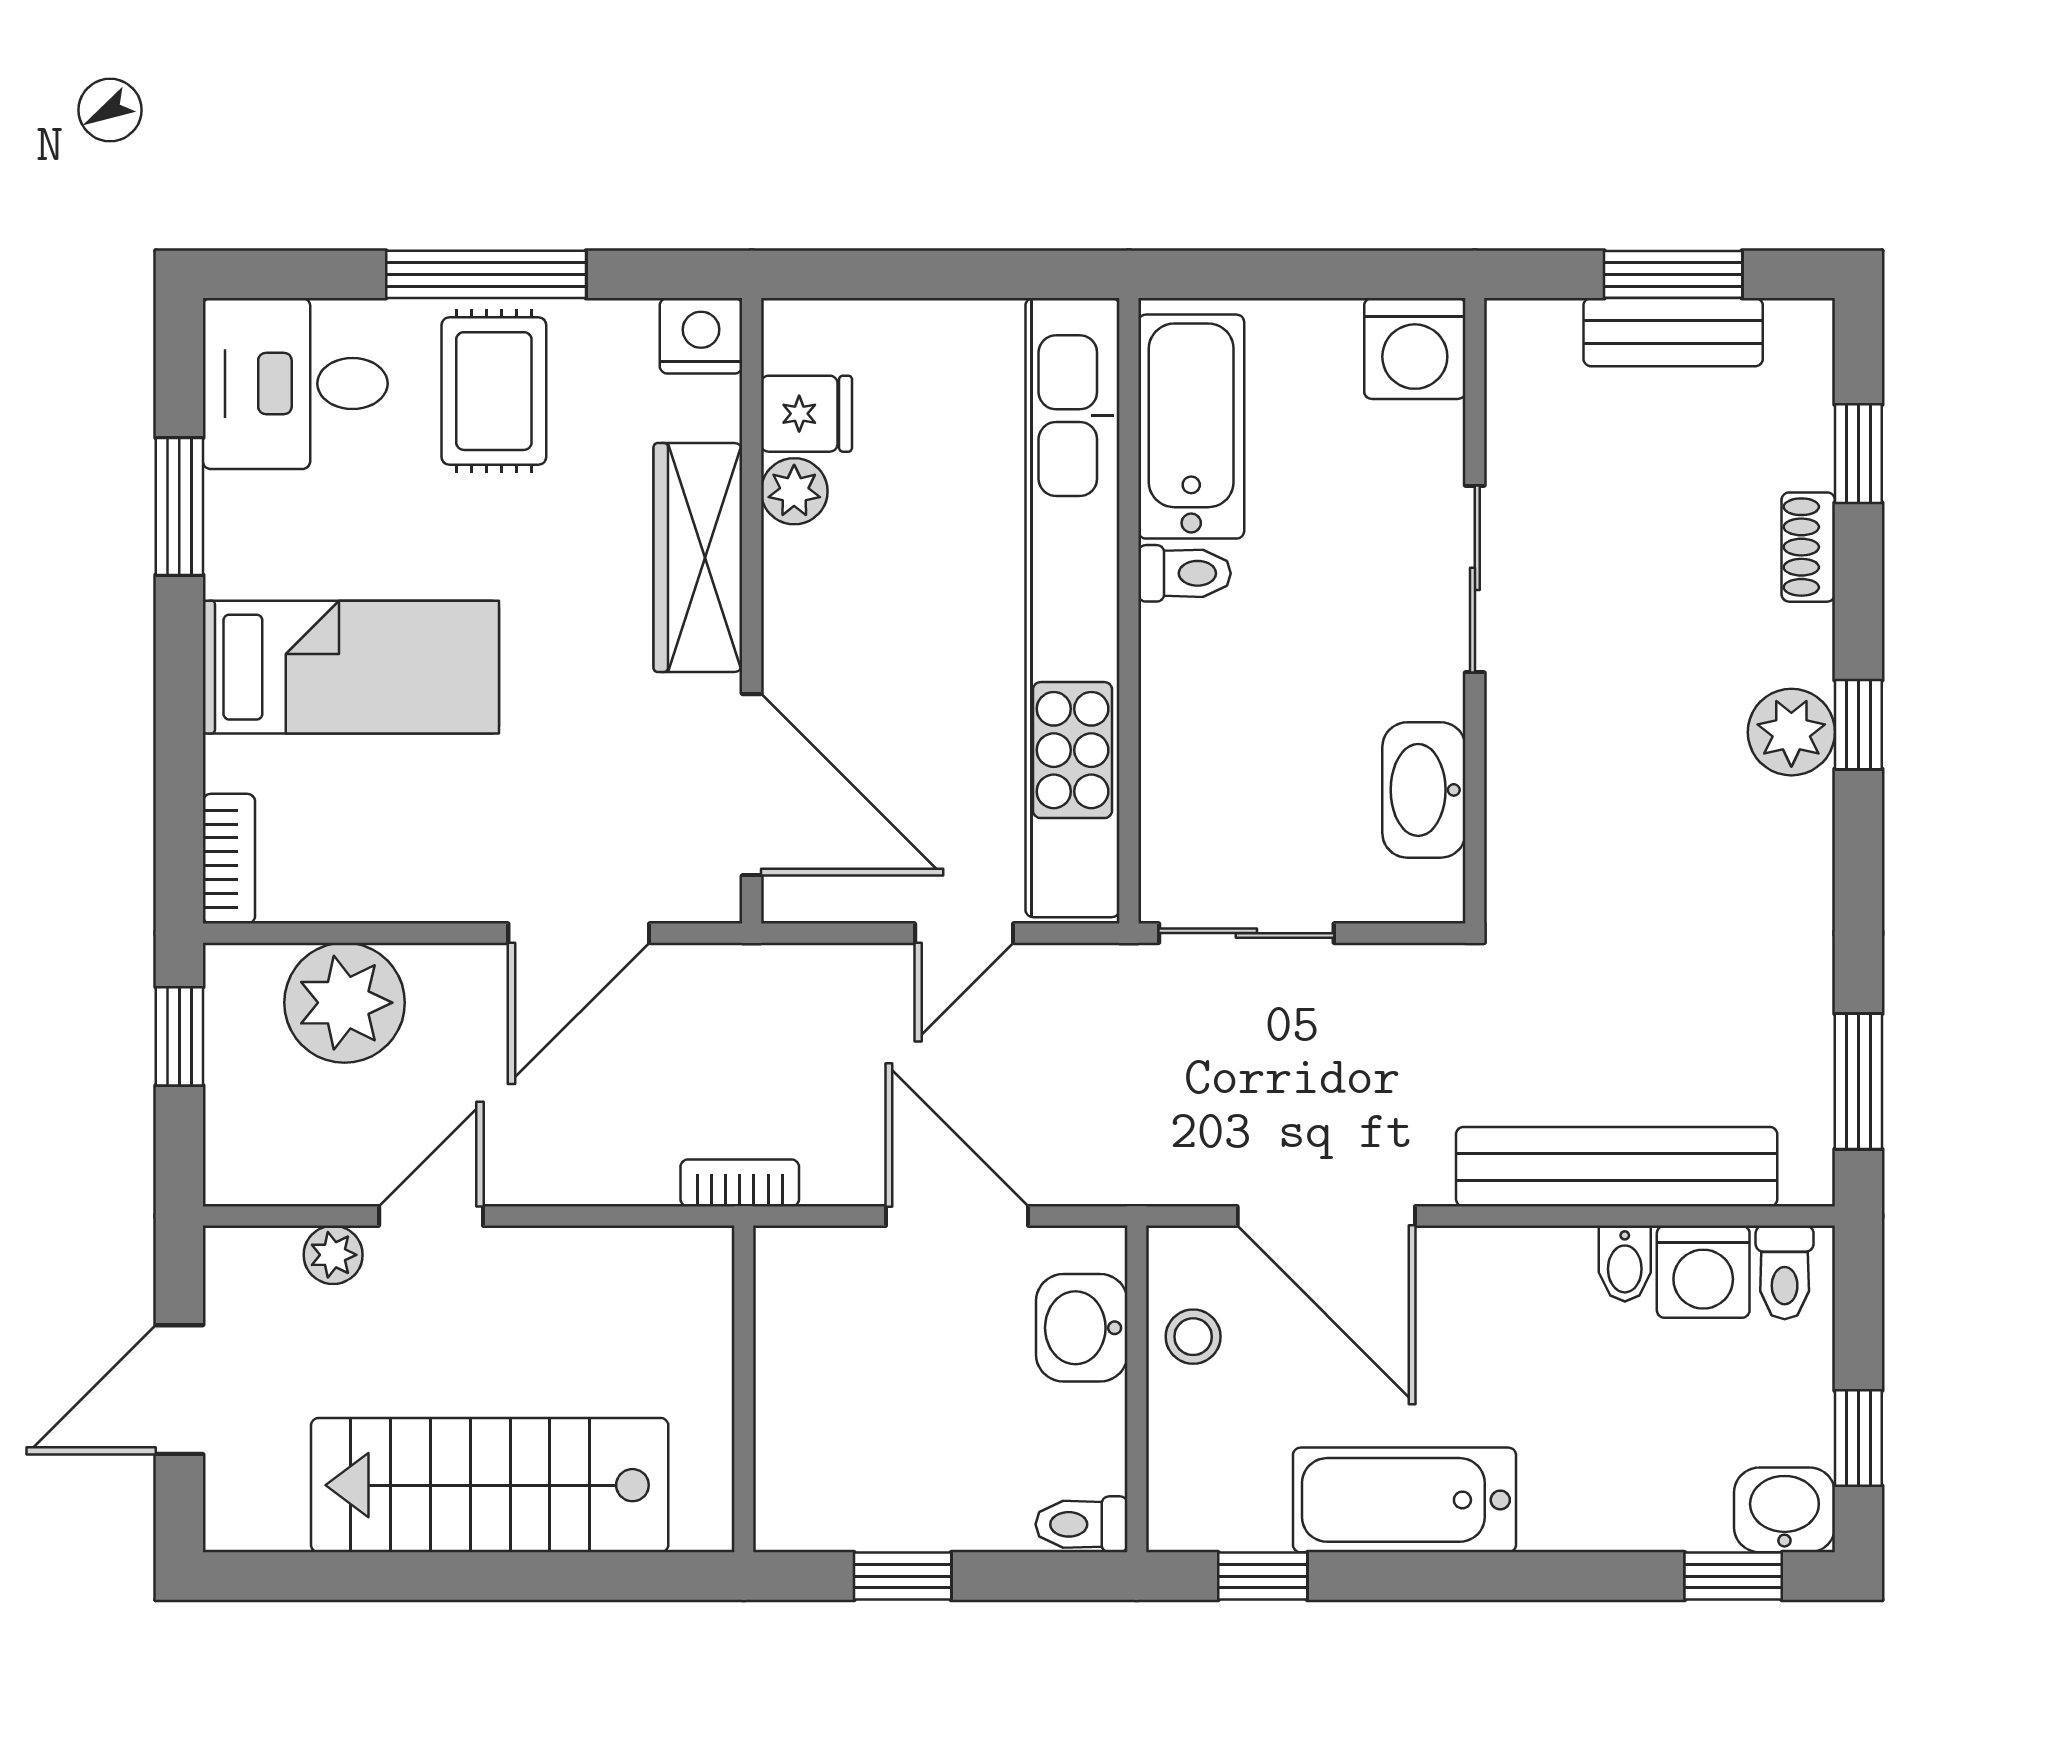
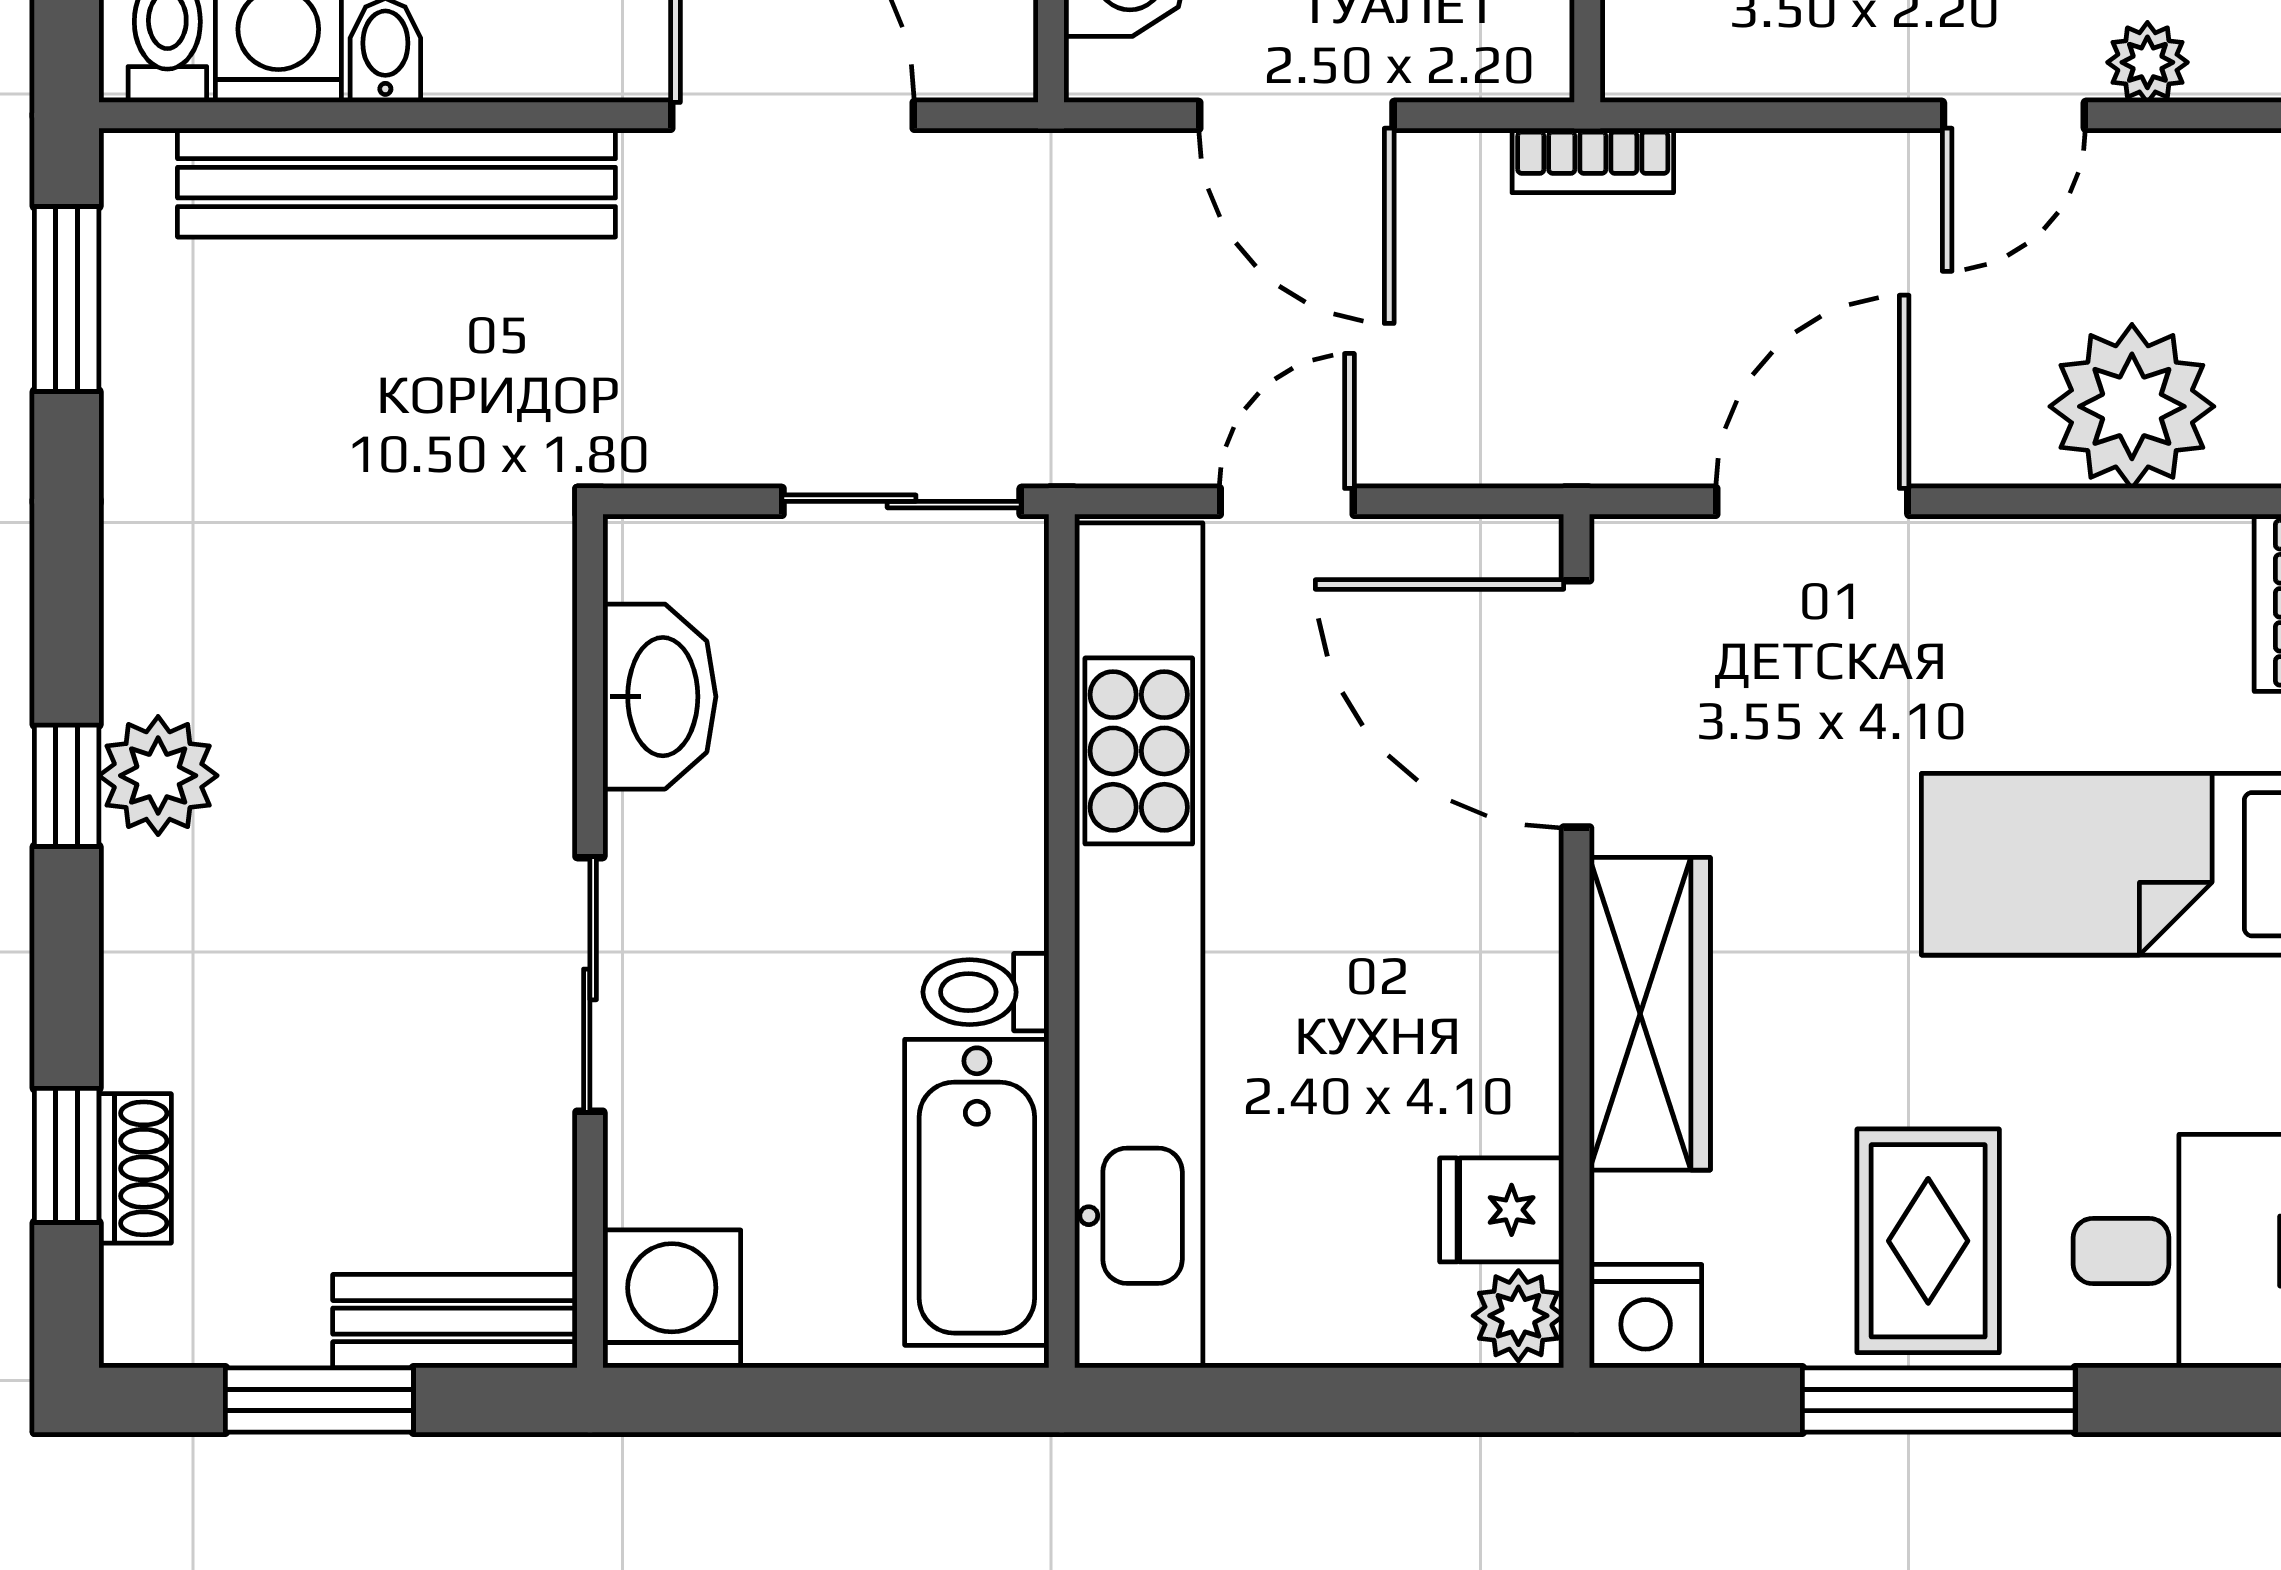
bench: (1673, 332) -> (455, 1321), moved
plant: (794, 491) -> (1518, 1316), moved
shoe rack: (1808, 547) -> (135, 1168), moved

